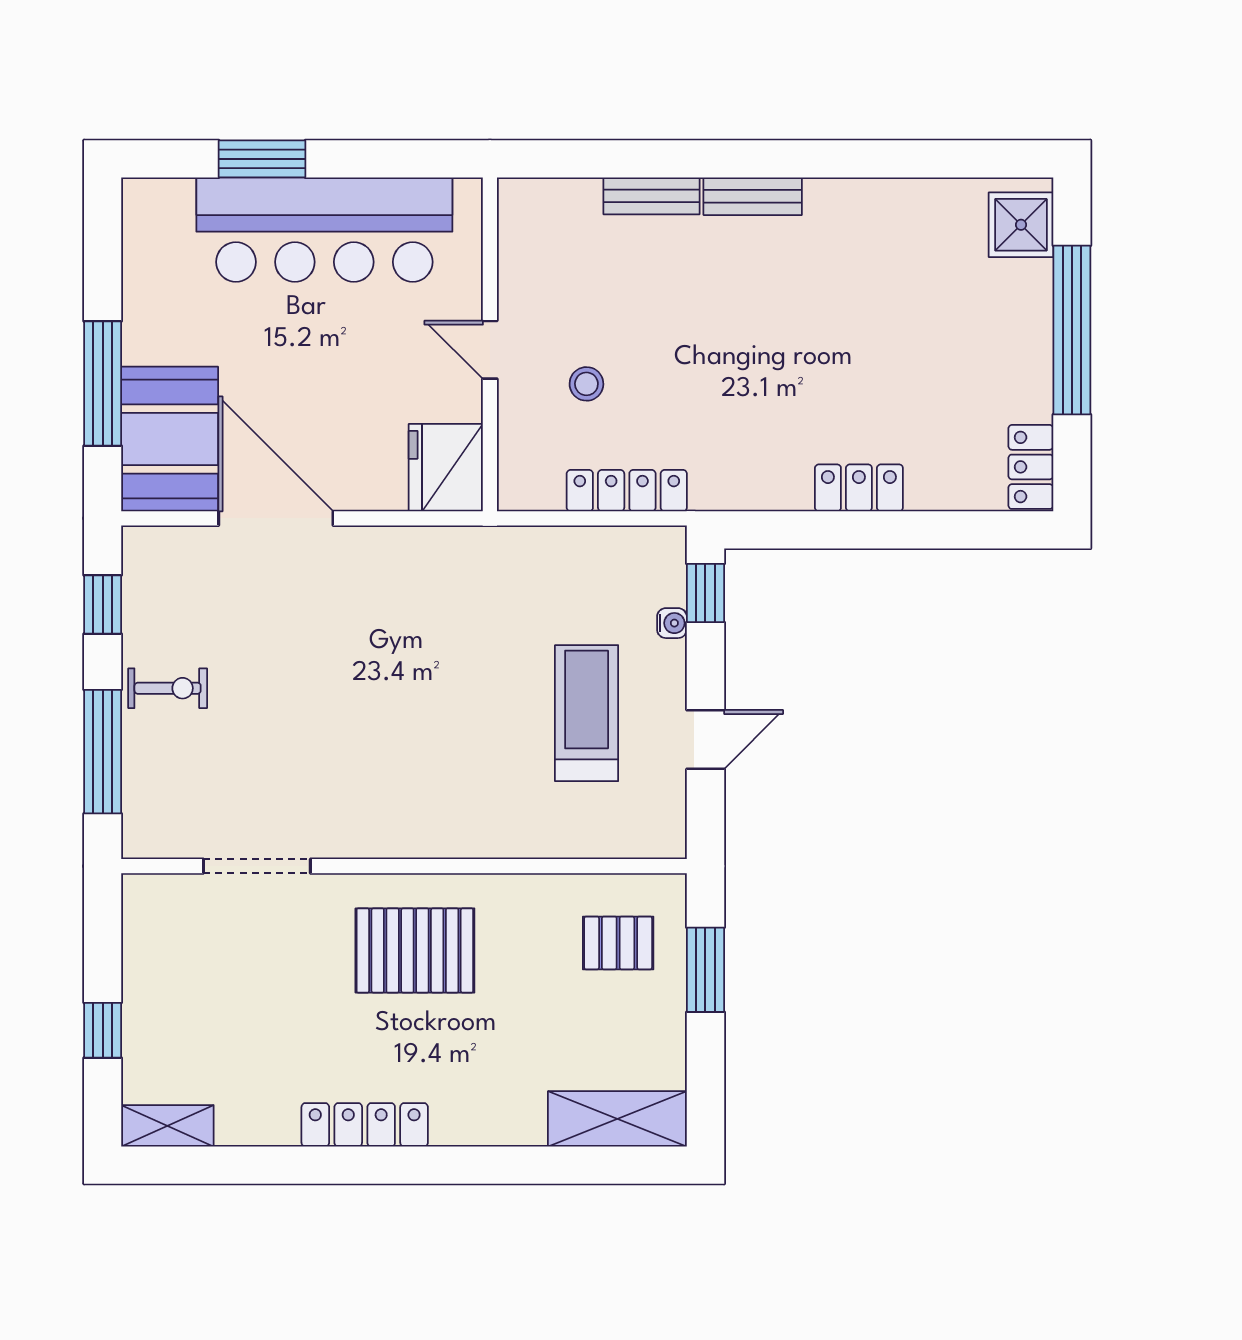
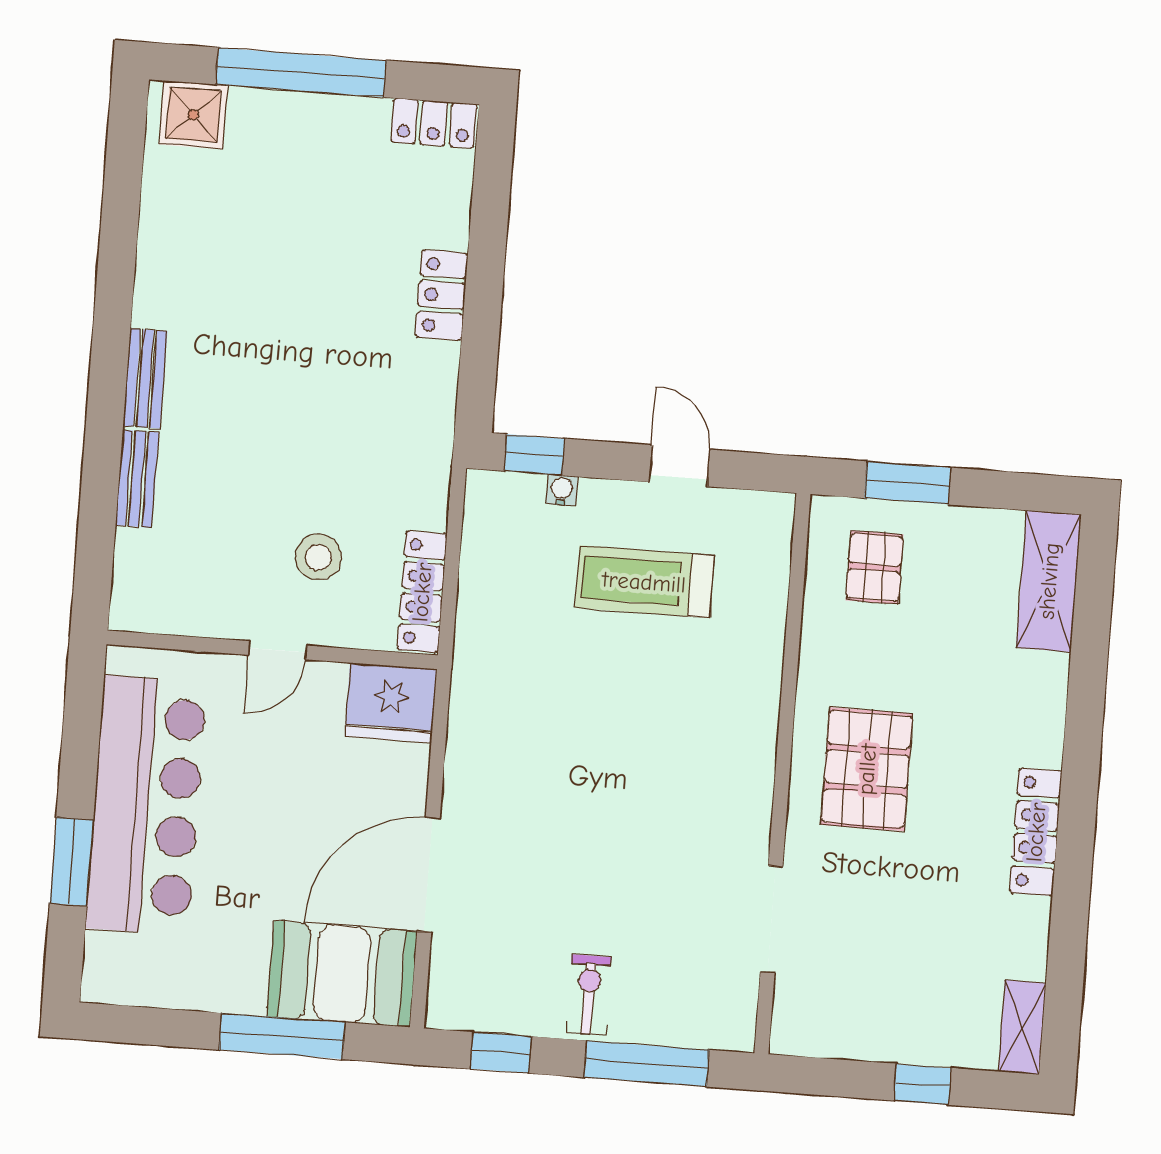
stool: (586, 384) -> (318, 557), width x1.37, depth x1.37
locker: (627, 491) -> (422, 592), moved

